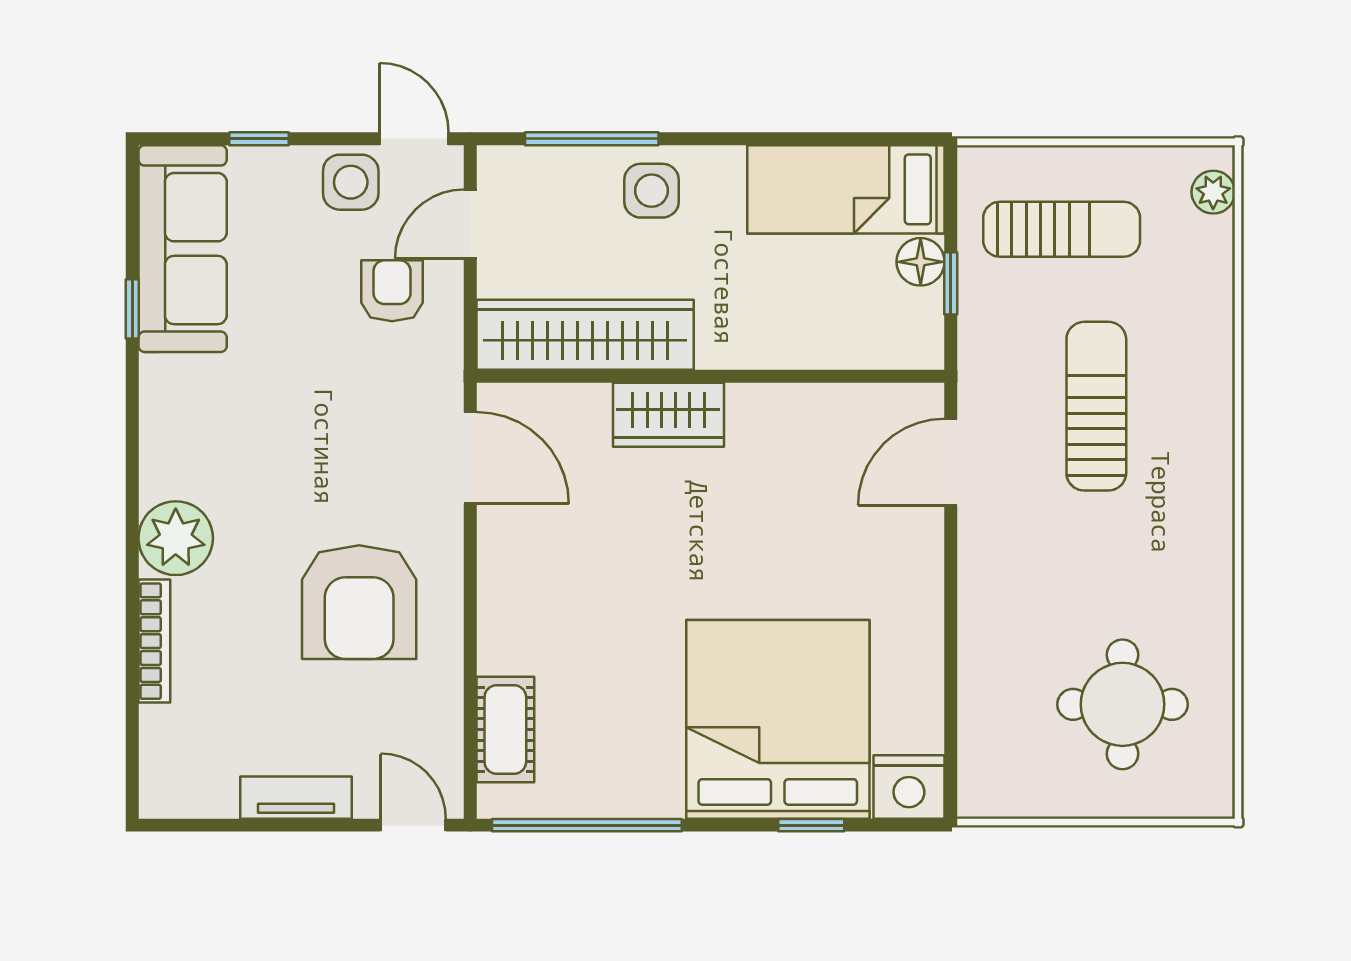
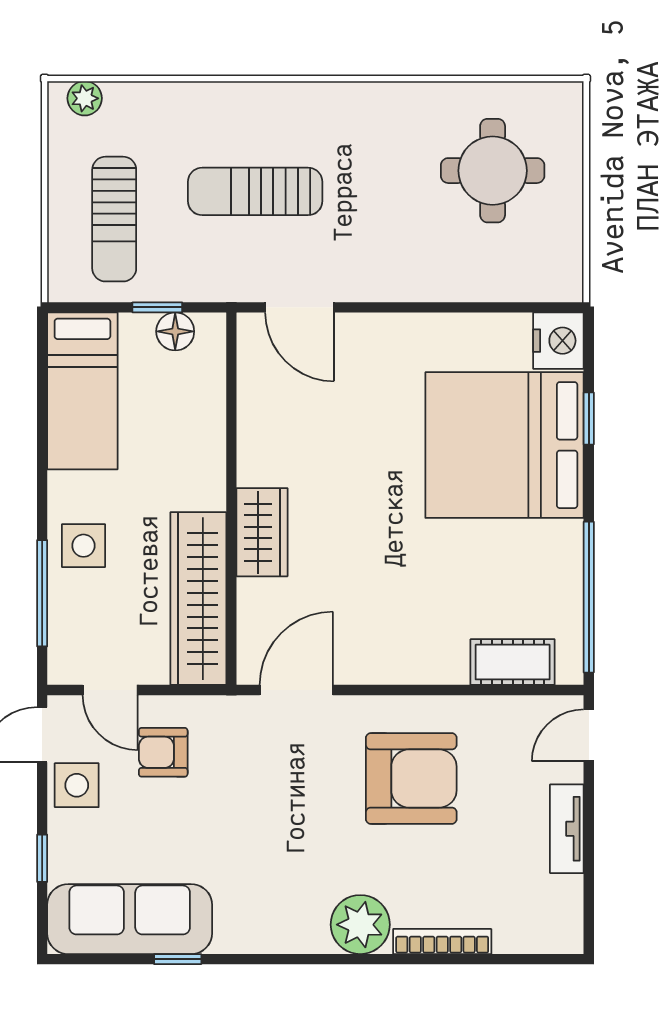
sun lounger: (1062, 229) -> (114, 219), turned 180
floor lamp: (921, 262) -> (175, 331), moved

